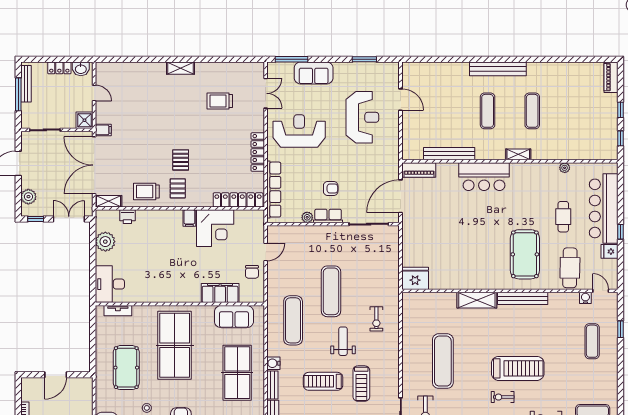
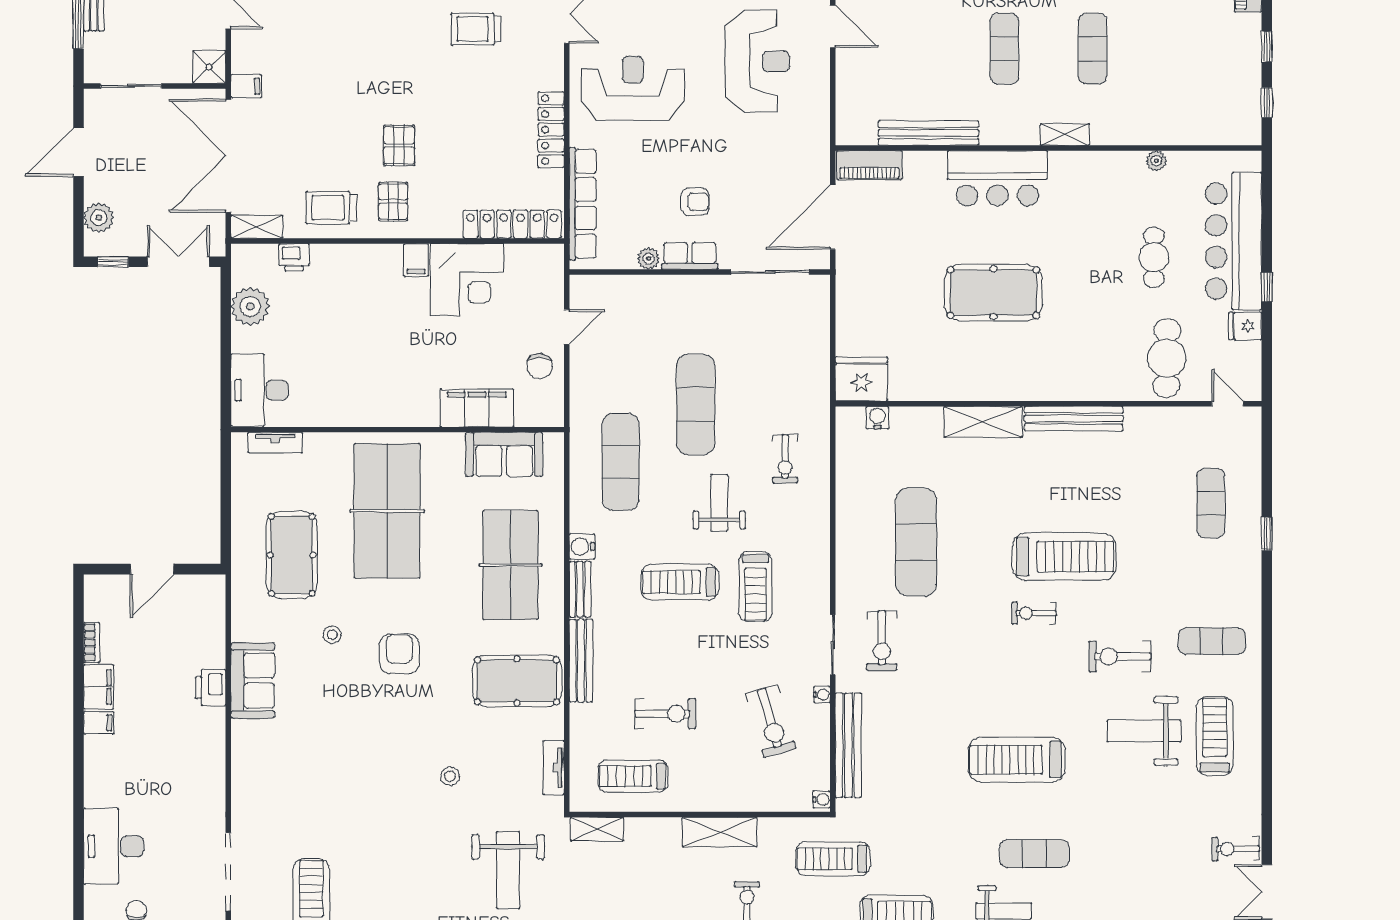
pool table: (525, 254) -> (993, 293), moved, turned 90
water cooler: (585, 298) -> (878, 418), moved
window: (621, 329) -> (1267, 534), moved

